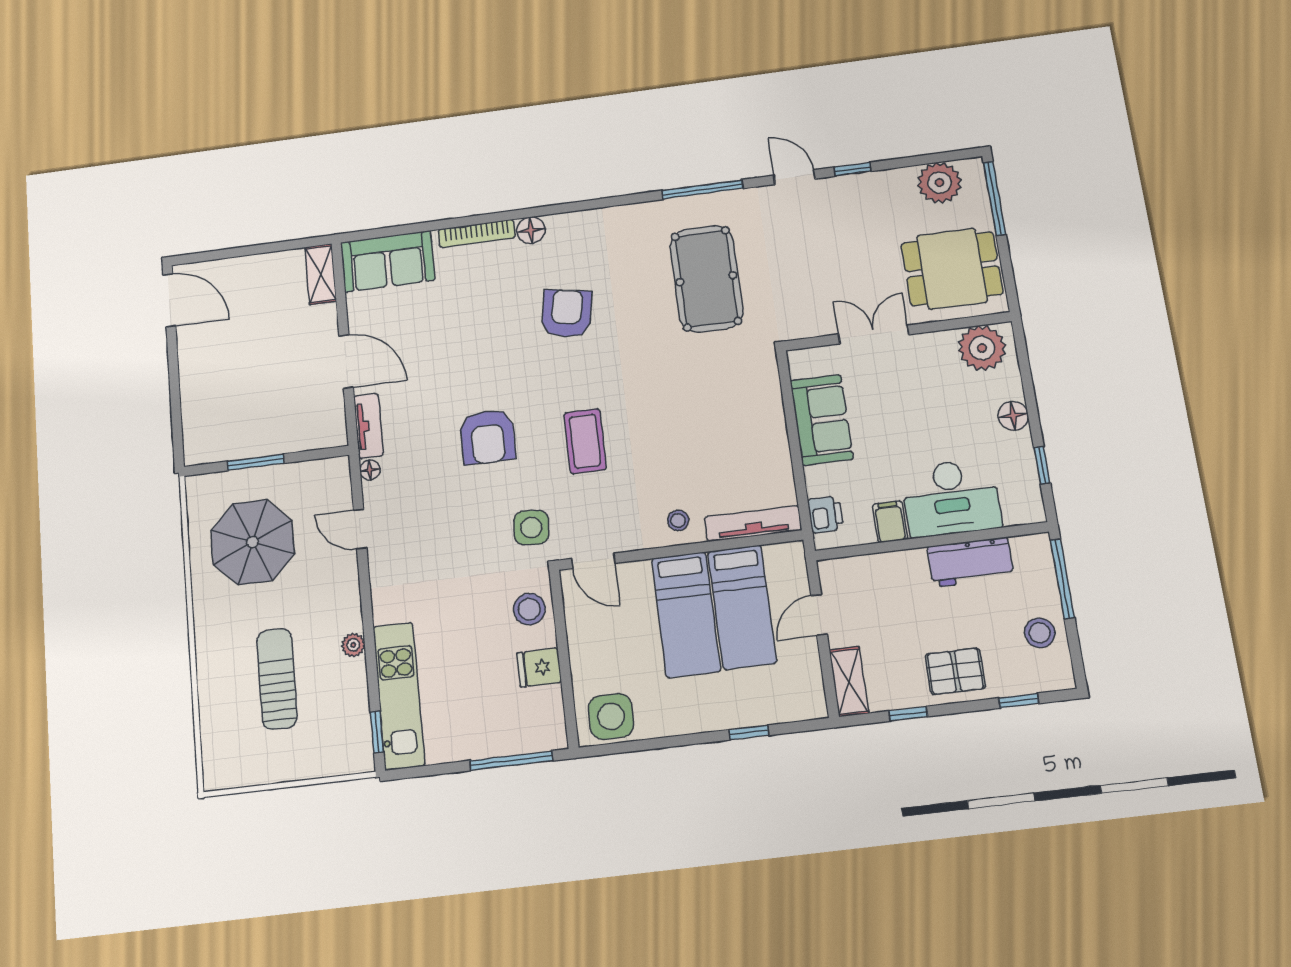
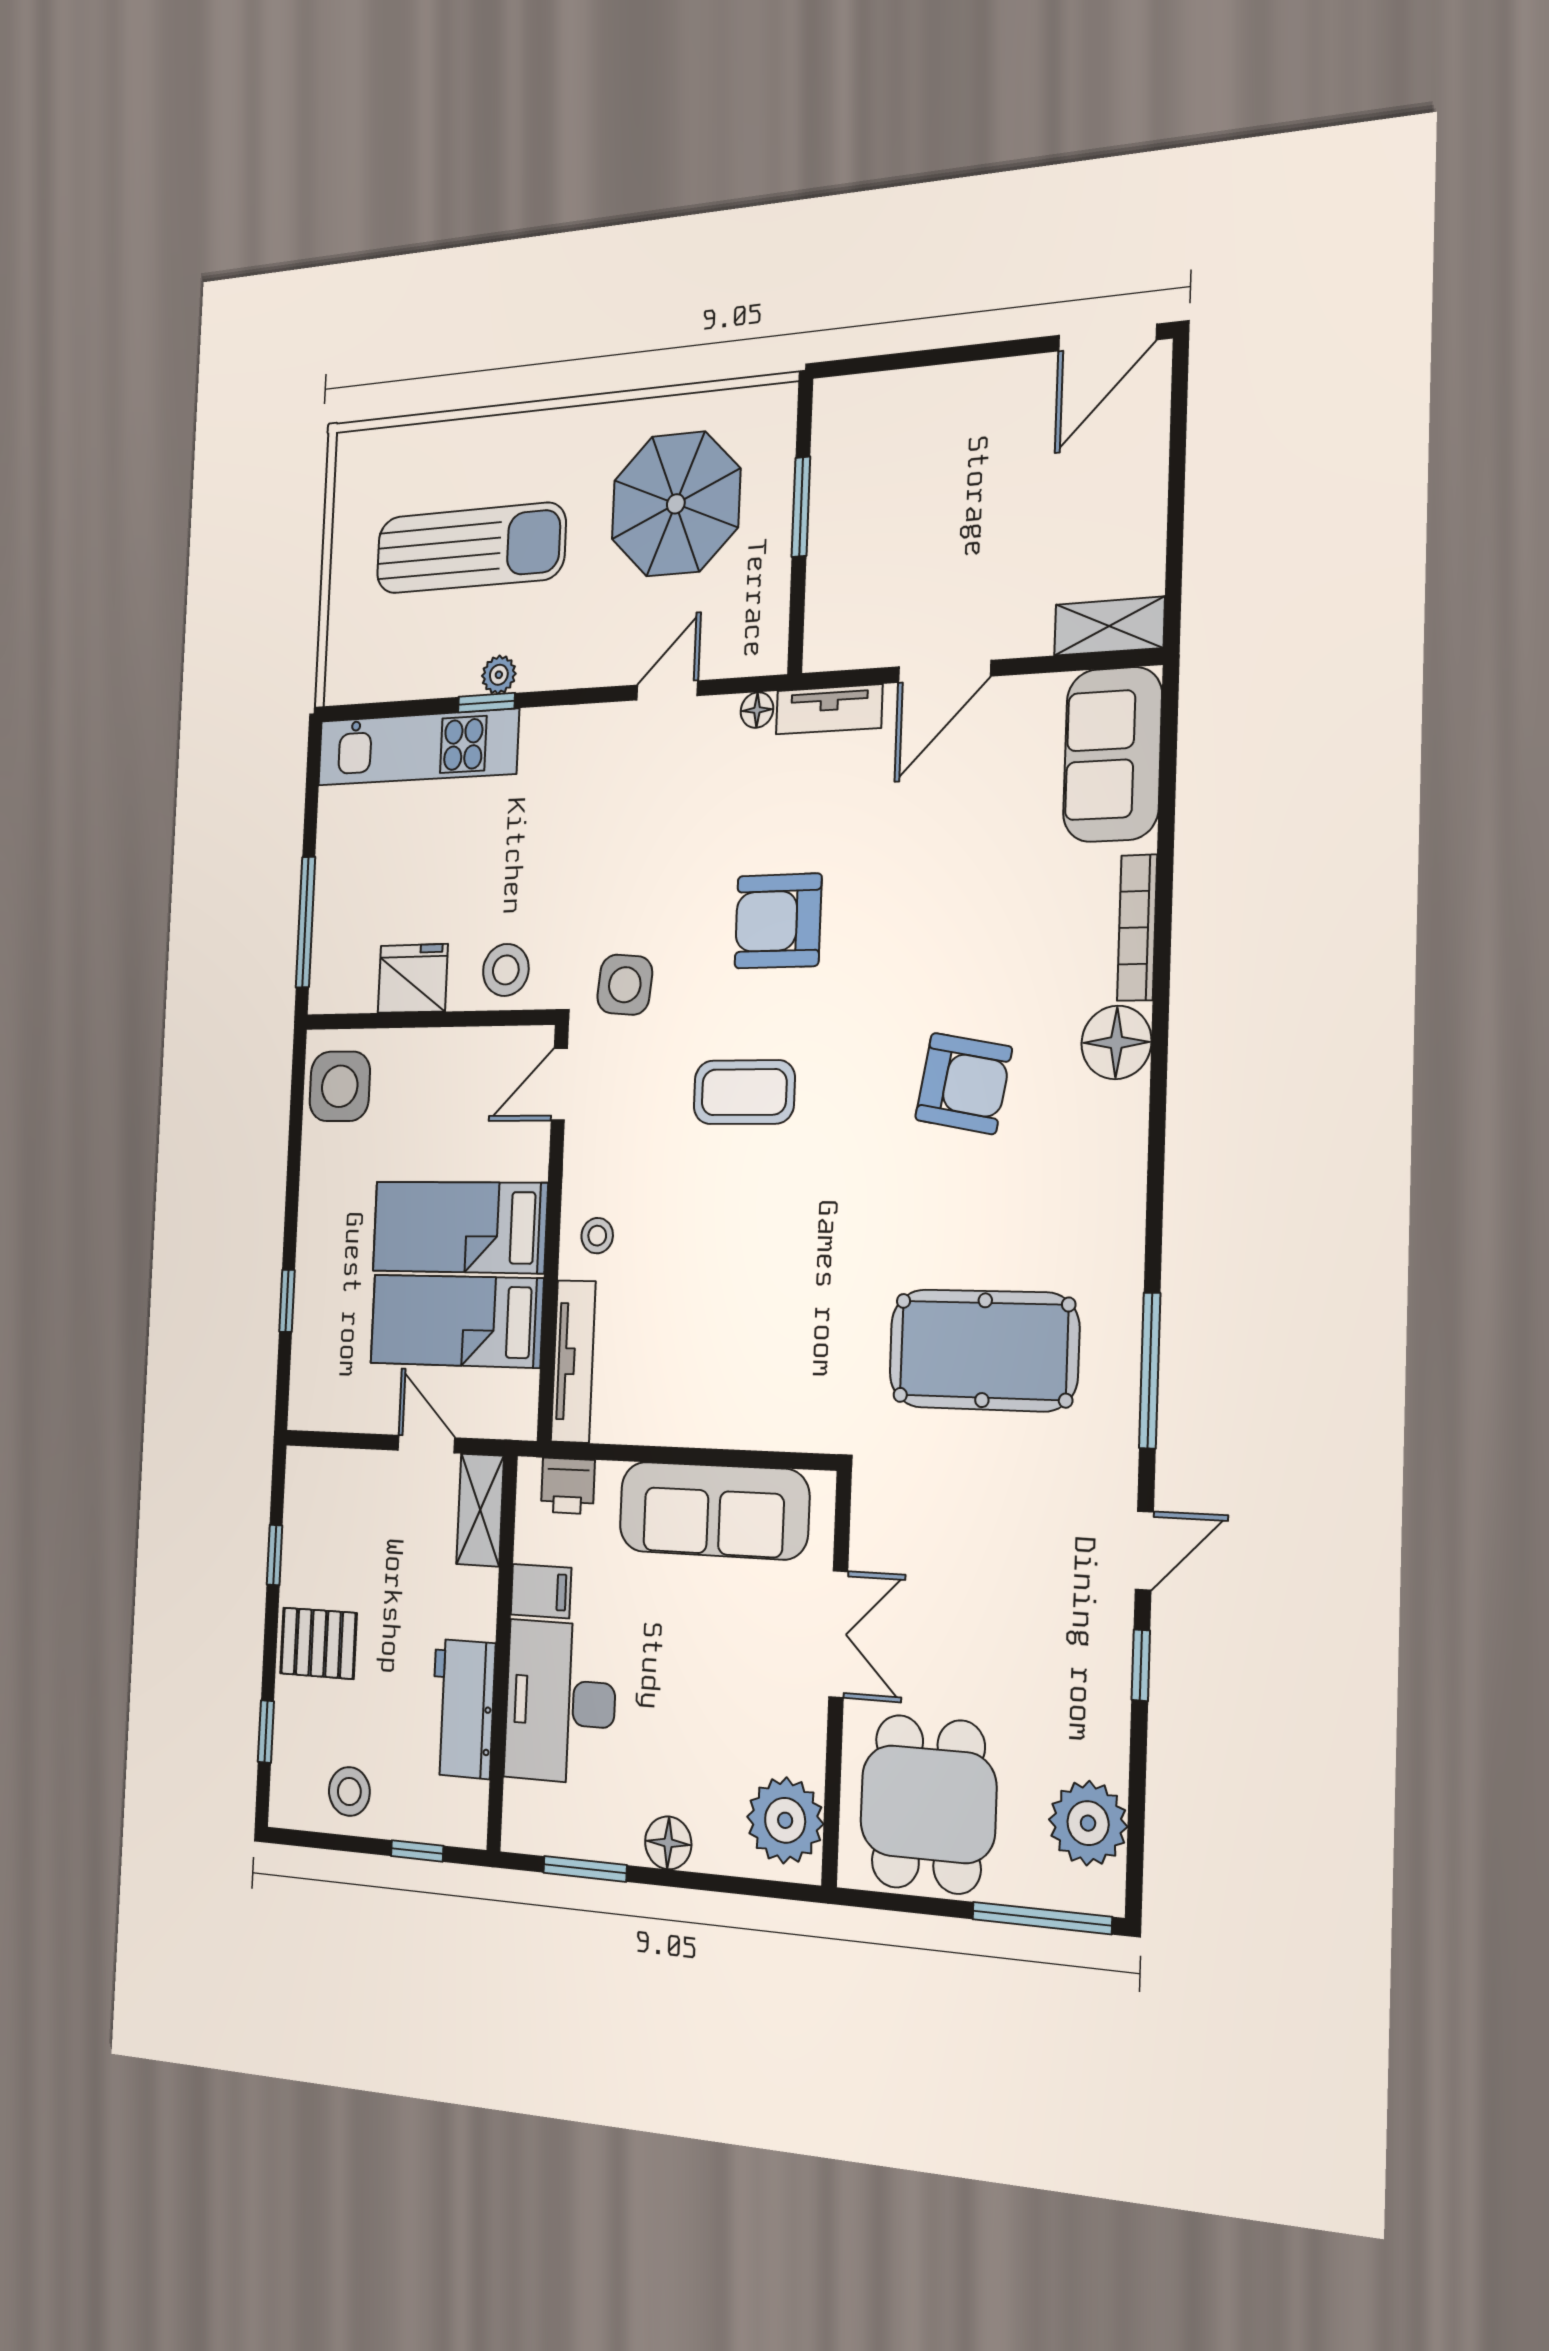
floor lamp: (531, 230) -> (1116, 1042), width x1.38, depth x1.38
sofa: (821, 420) -> (714, 1511), width x1.36
window: (1042, 465) -> (585, 1869), width x1.50
window: (1062, 579) -> (417, 1851), width x0.46
fridge: (539, 668) -> (413, 978), width x1.38
pallet: (955, 671) -> (318, 1643), turned 90
sun lounger: (277, 679) -> (470, 548), width x1.36, depth x1.34
shelving: (849, 681) -> (480, 1510), moved, turned 90
window: (377, 732) -> (486, 703), moved

